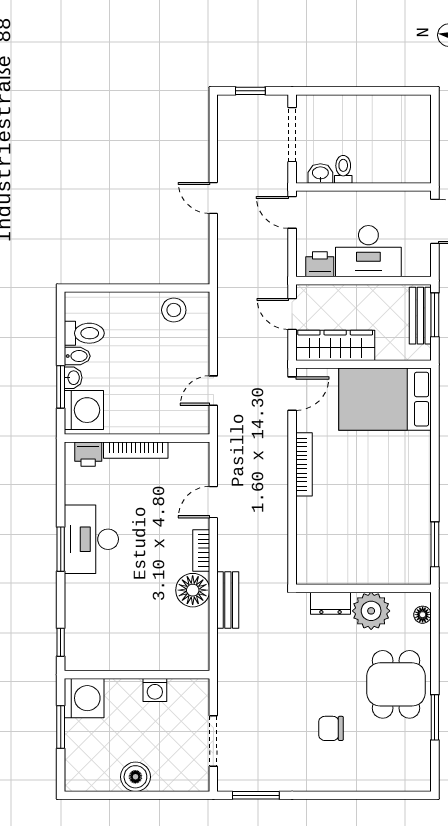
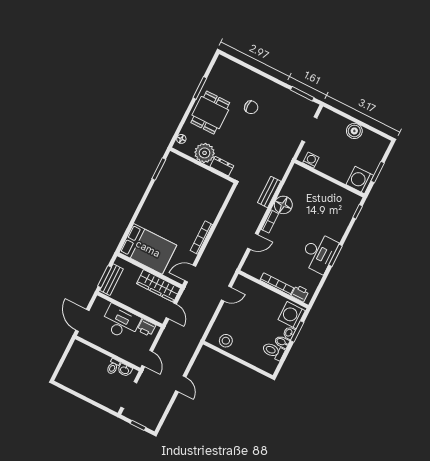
washing machine: (155, 690) -> (311, 160), moved

